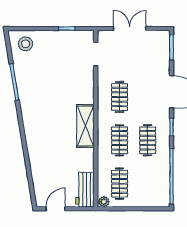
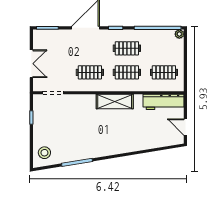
double door: (130, 29) -> (31, 64), swing flipped
workbench: (85, 190) -> (164, 102), width x1.38
plant: (104, 202) -> (179, 34), moved

